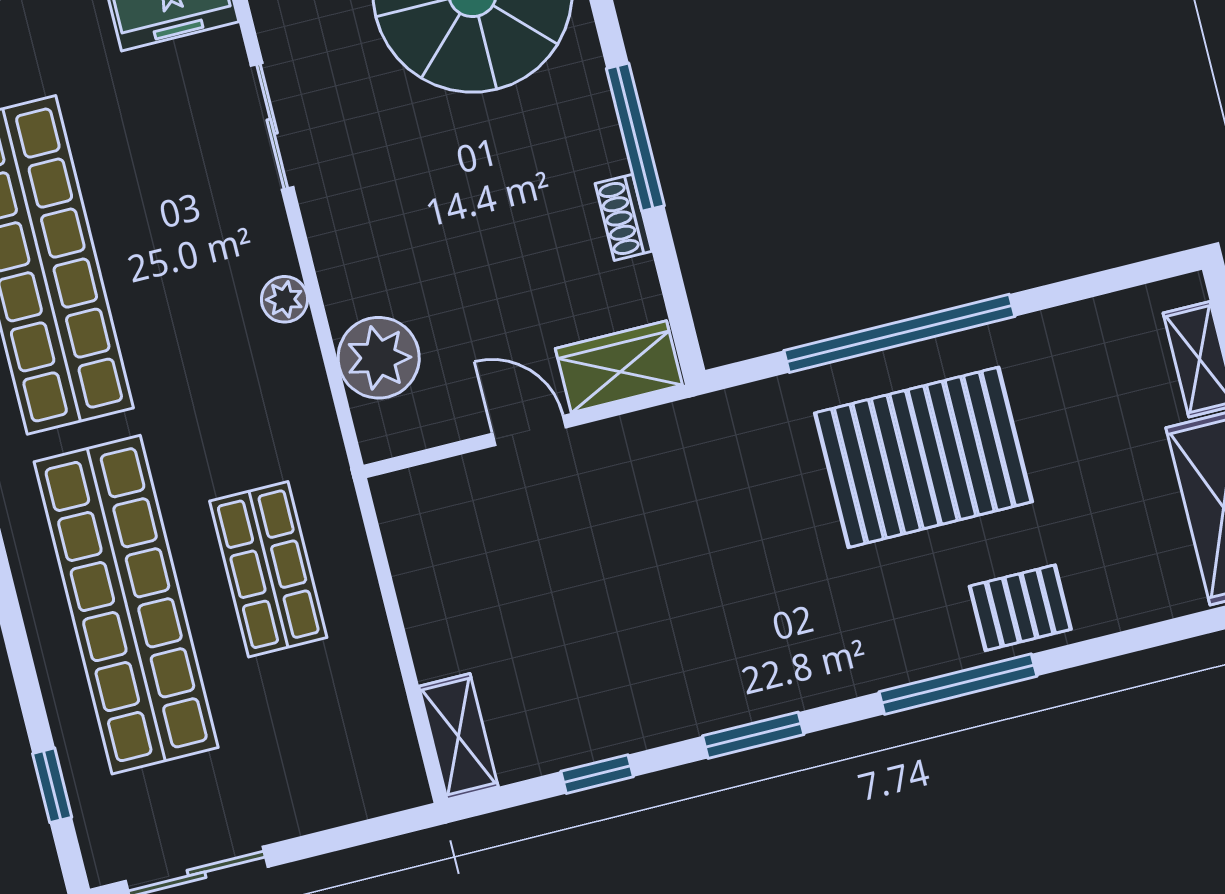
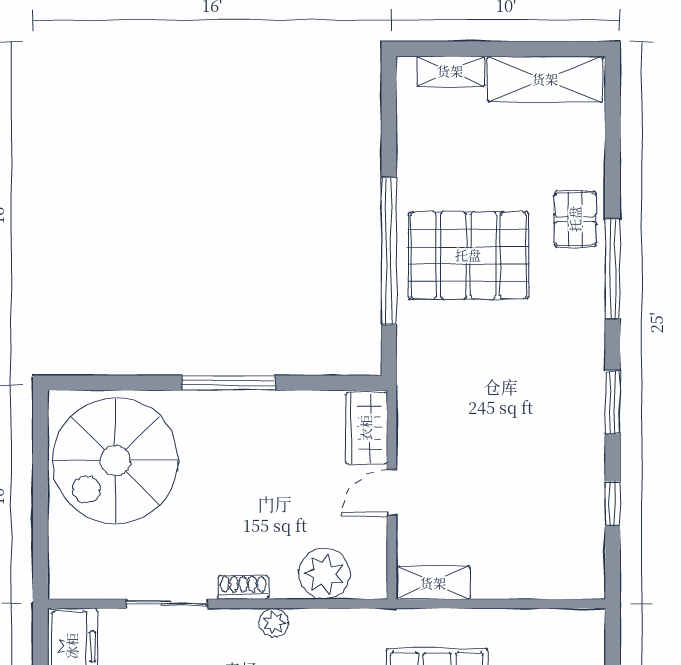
shoe rack: (624, 217) -> (243, 587), moved, turned 180
pallet: (923, 457) -> (468, 255), turned 90
shelving: (459, 736) -> (433, 583), moved

